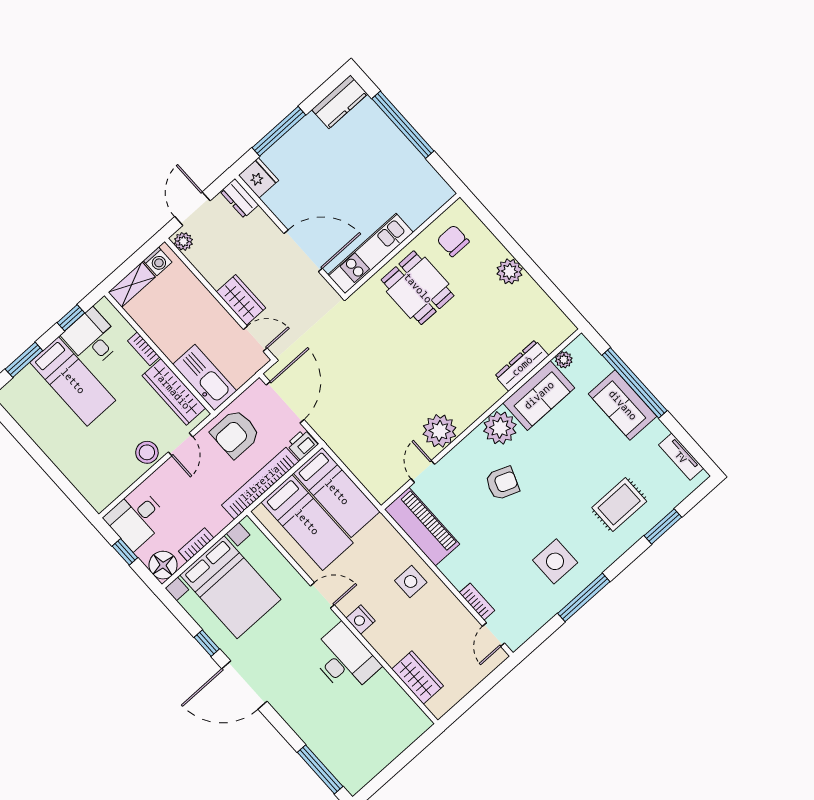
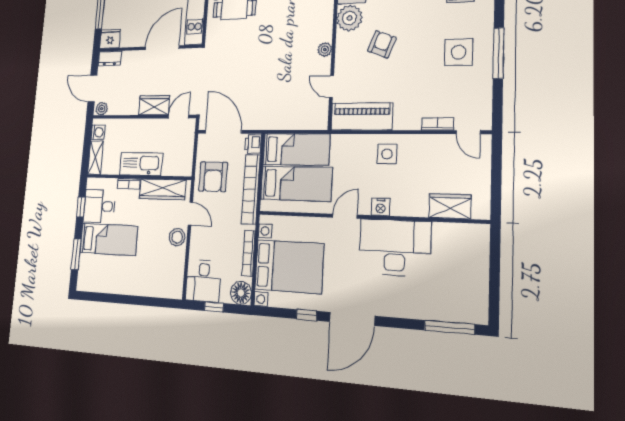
kitchen sink: (205, 378) -> (141, 164), moved
plant: (439, 431) -> (325, 50), width x0.53, depth x0.53
bookcase: (196, 545) -> (249, 253), width x1.56
desk: (344, 659) -> (395, 247), width x1.36, depth x1.30

